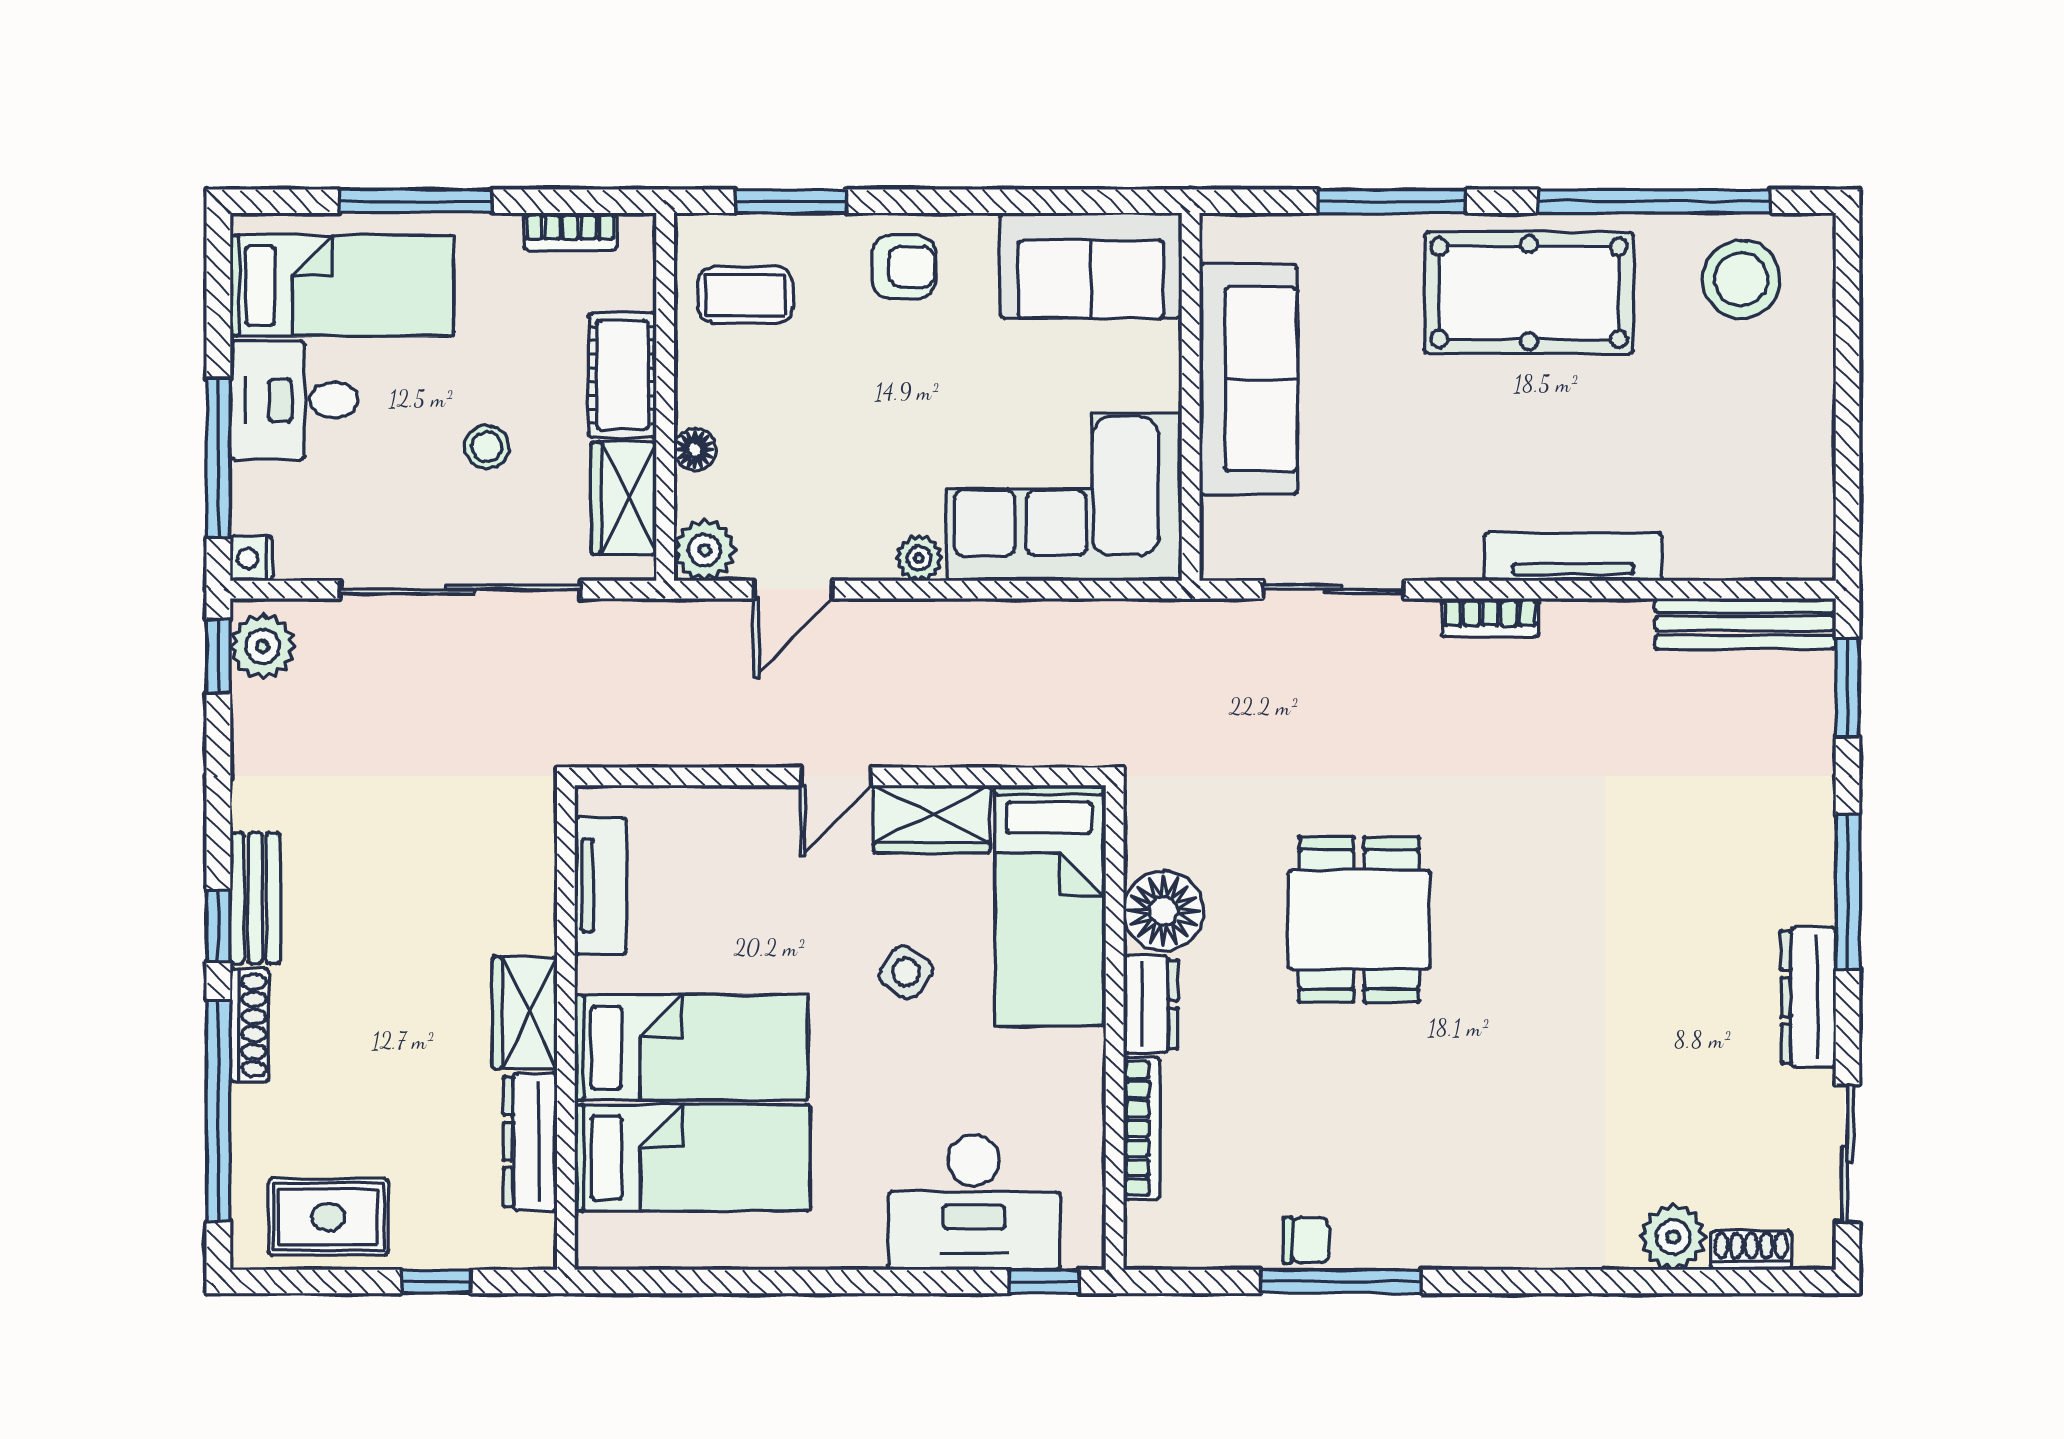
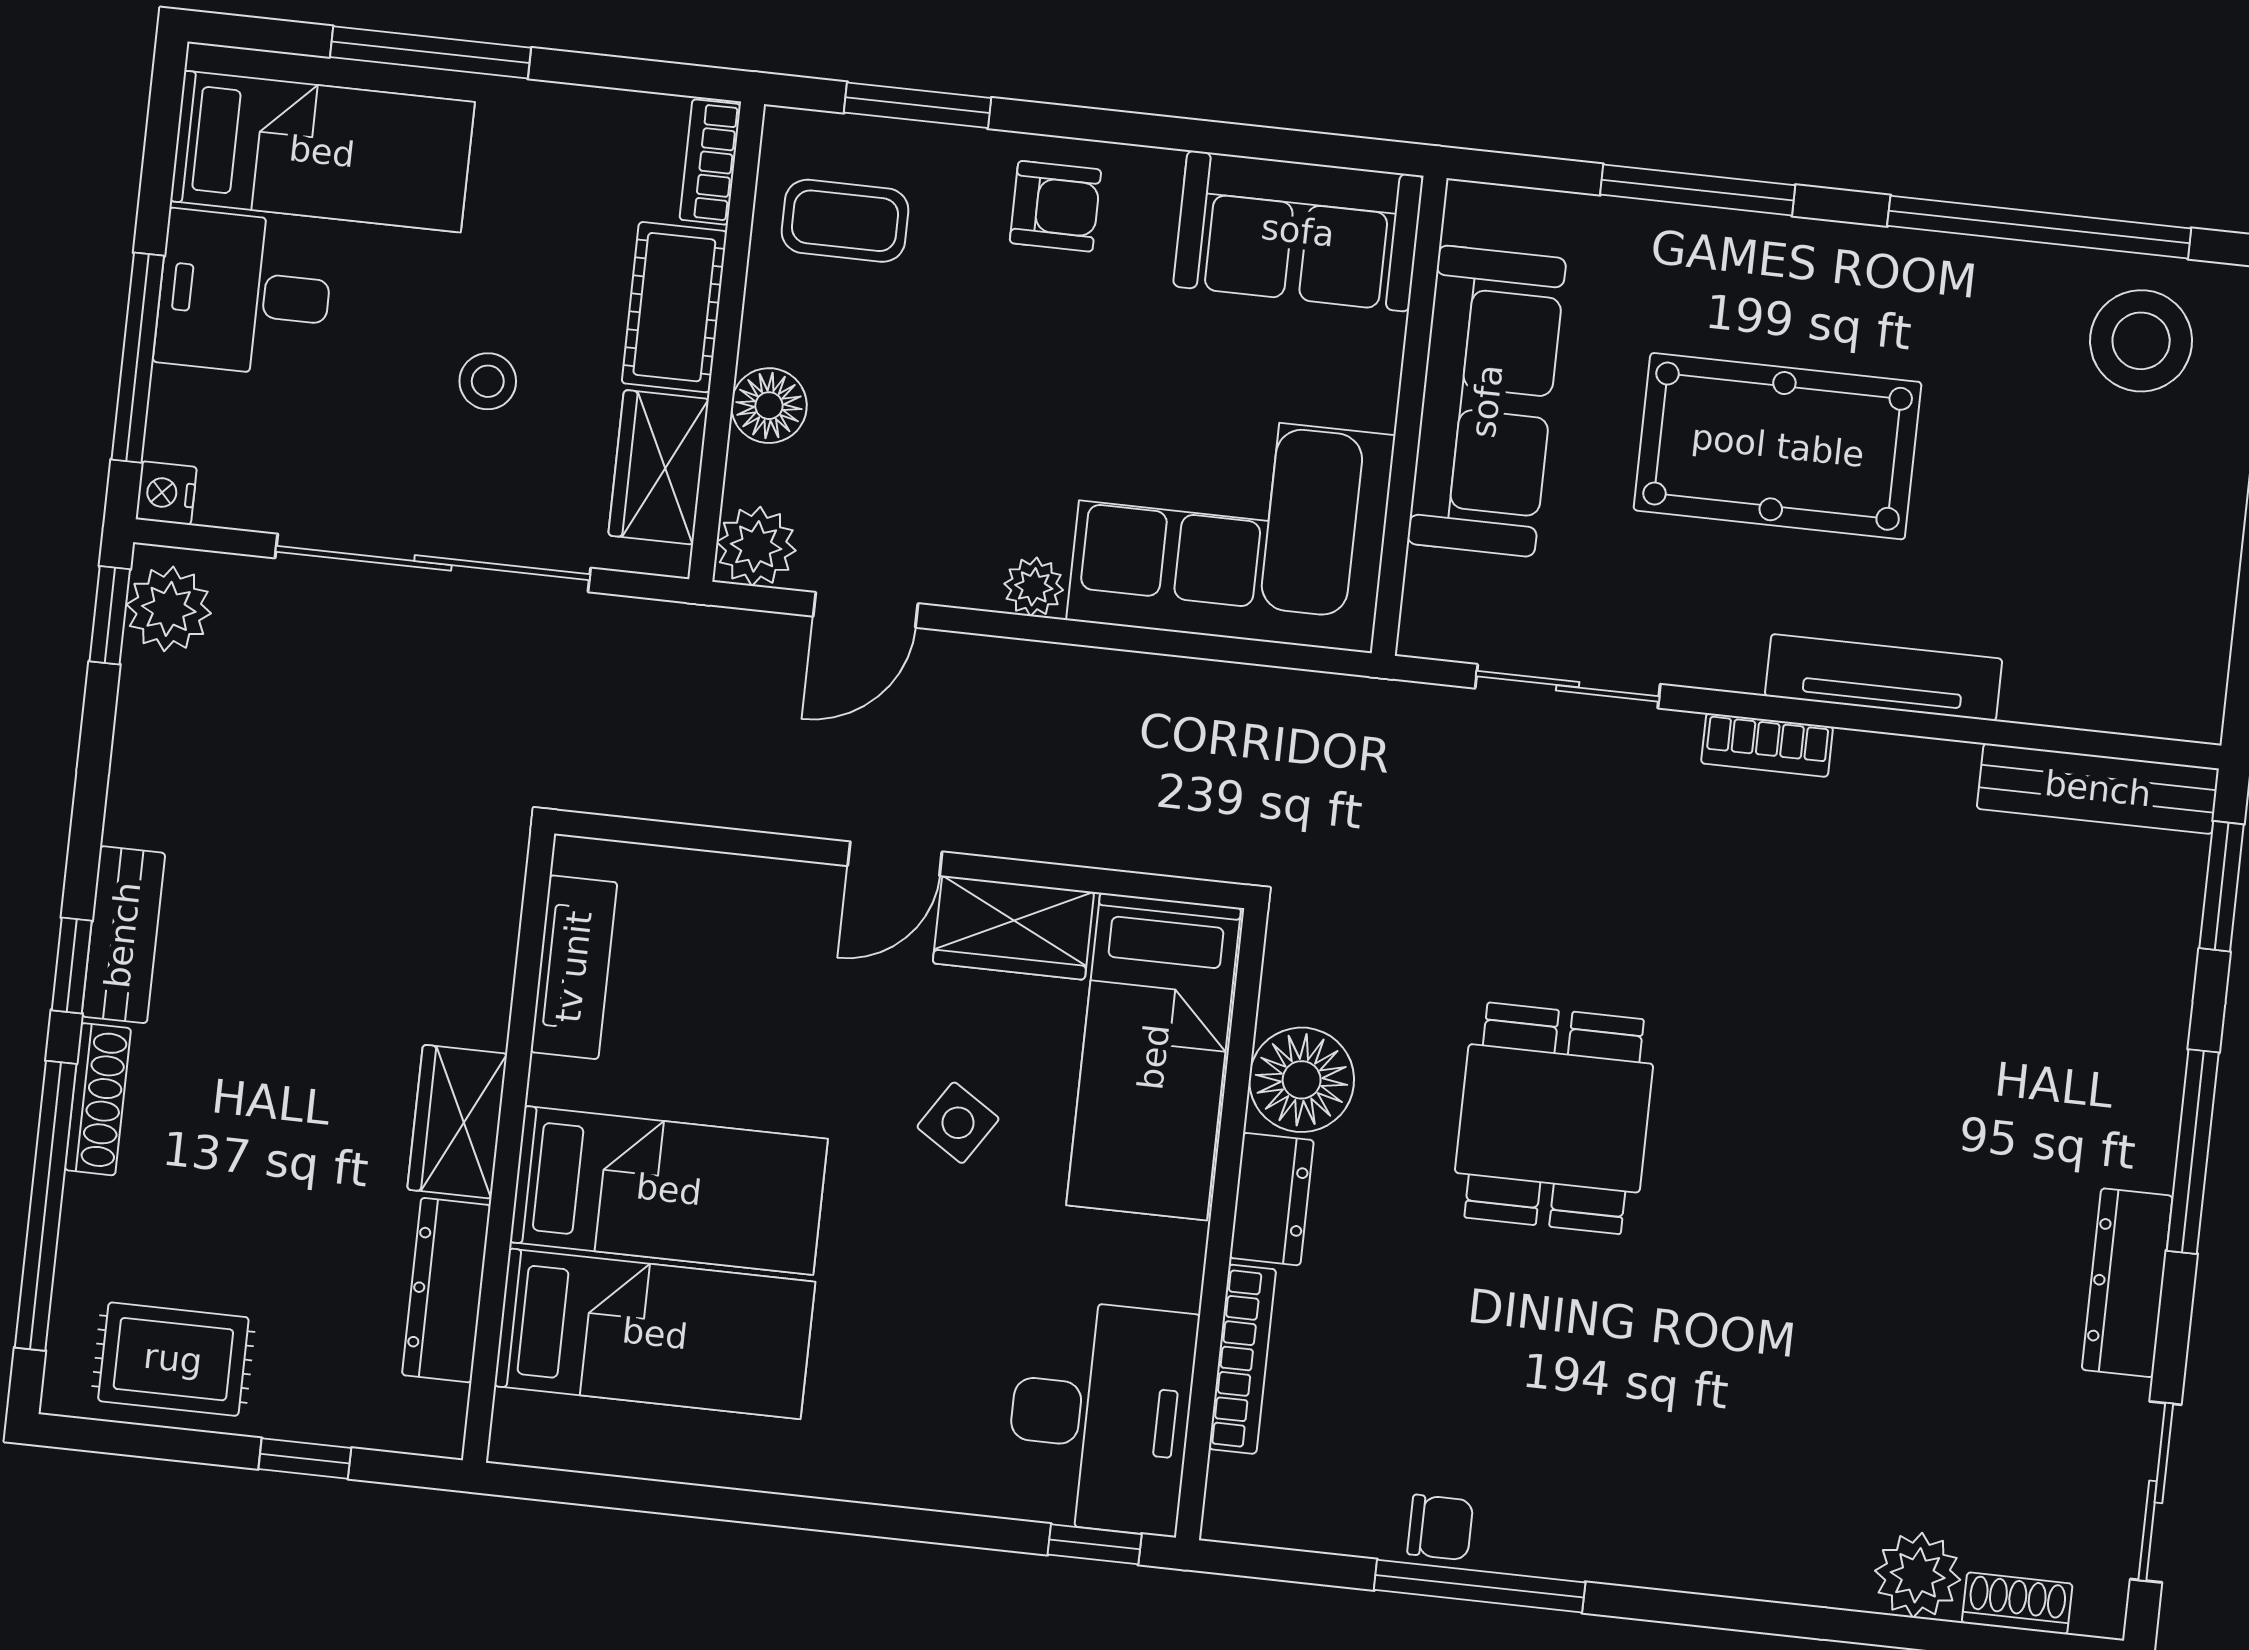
bookcase: (570, 232) -> (710, 162), moved, turned 90
pool table: (1529, 293) -> (1778, 446), moved
floor lamp: (695, 450) -> (769, 406), width x1.37, depth x1.37
desk: (974, 1202) -> (1101, 1417), moved, turned -90

